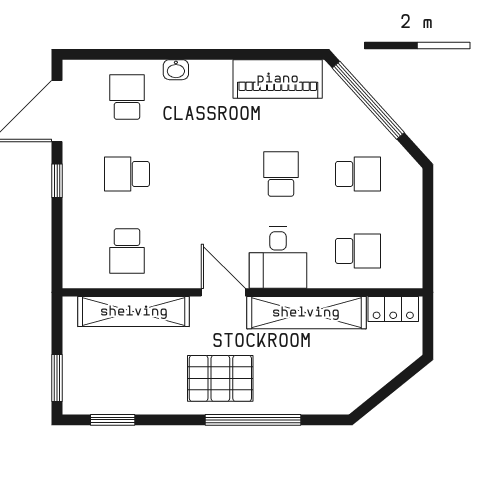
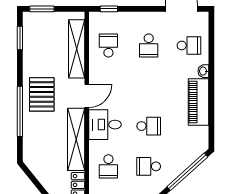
piano: (278, 79) -> (198, 102), moved
school desk: (127, 174) -> (149, 45), turned 180
school desk: (358, 174) -> (149, 166), turned 90
window: (57, 181) -> (109, 9), moved
school desk: (127, 251) -> (108, 45), turned 90

